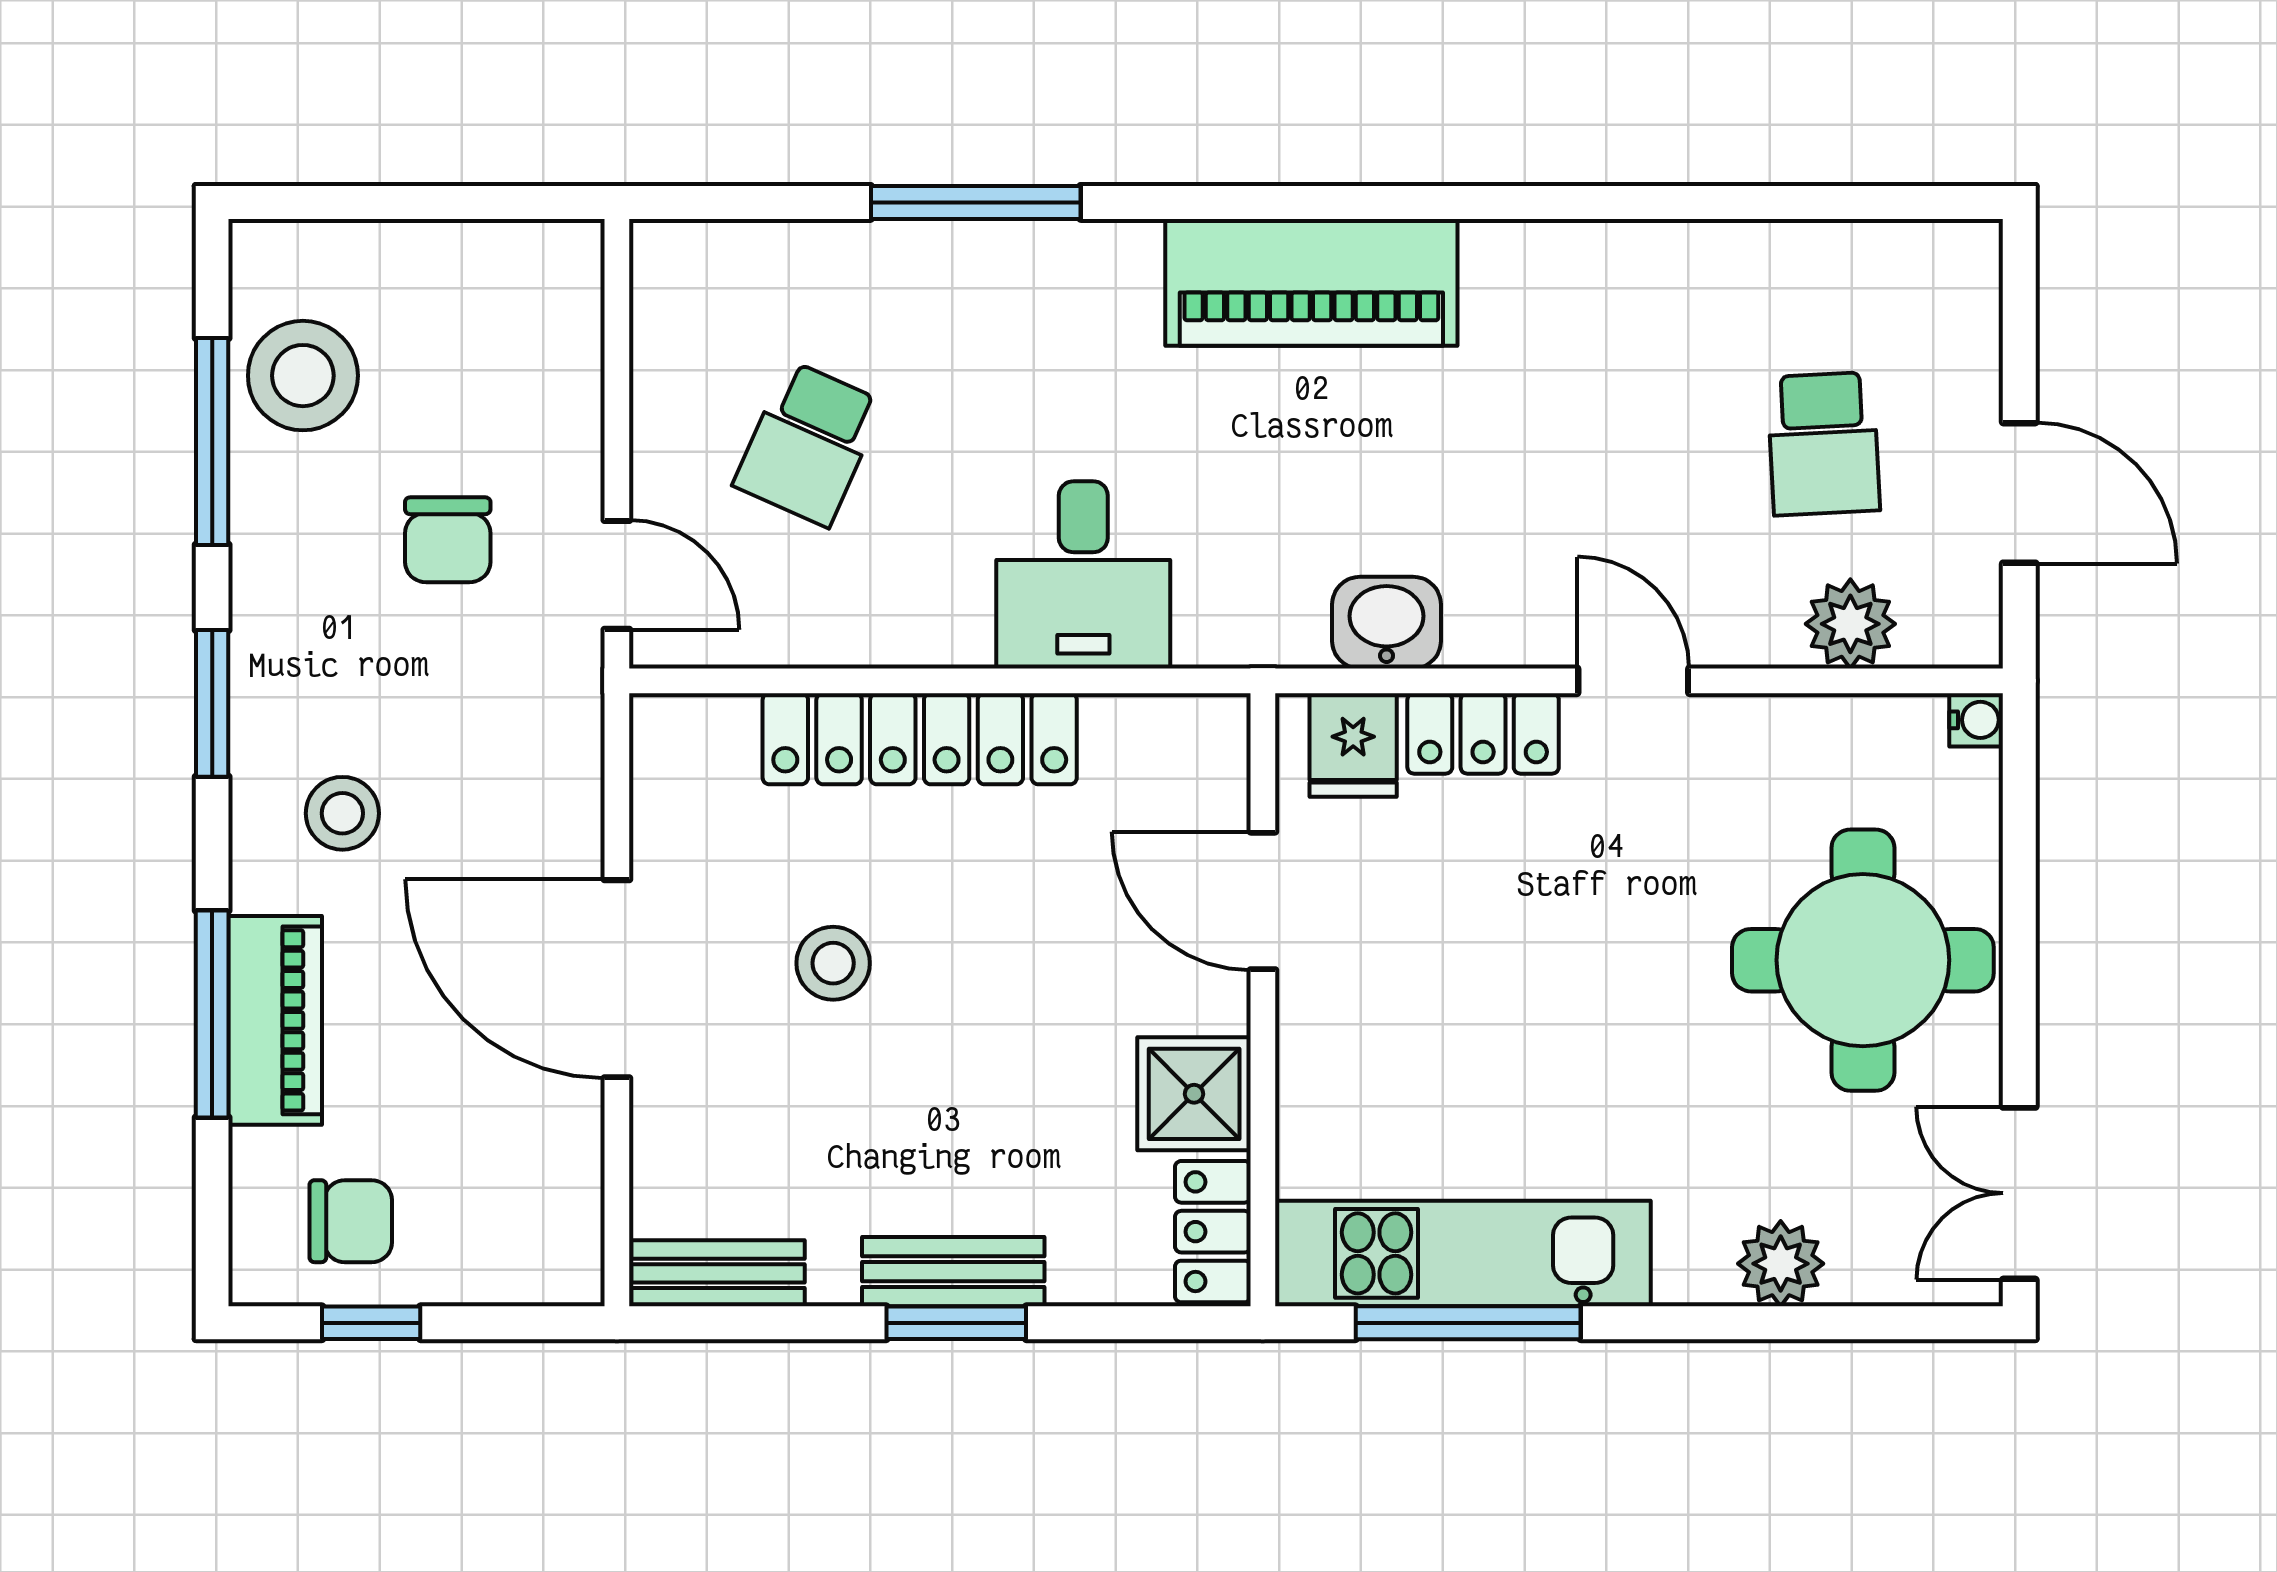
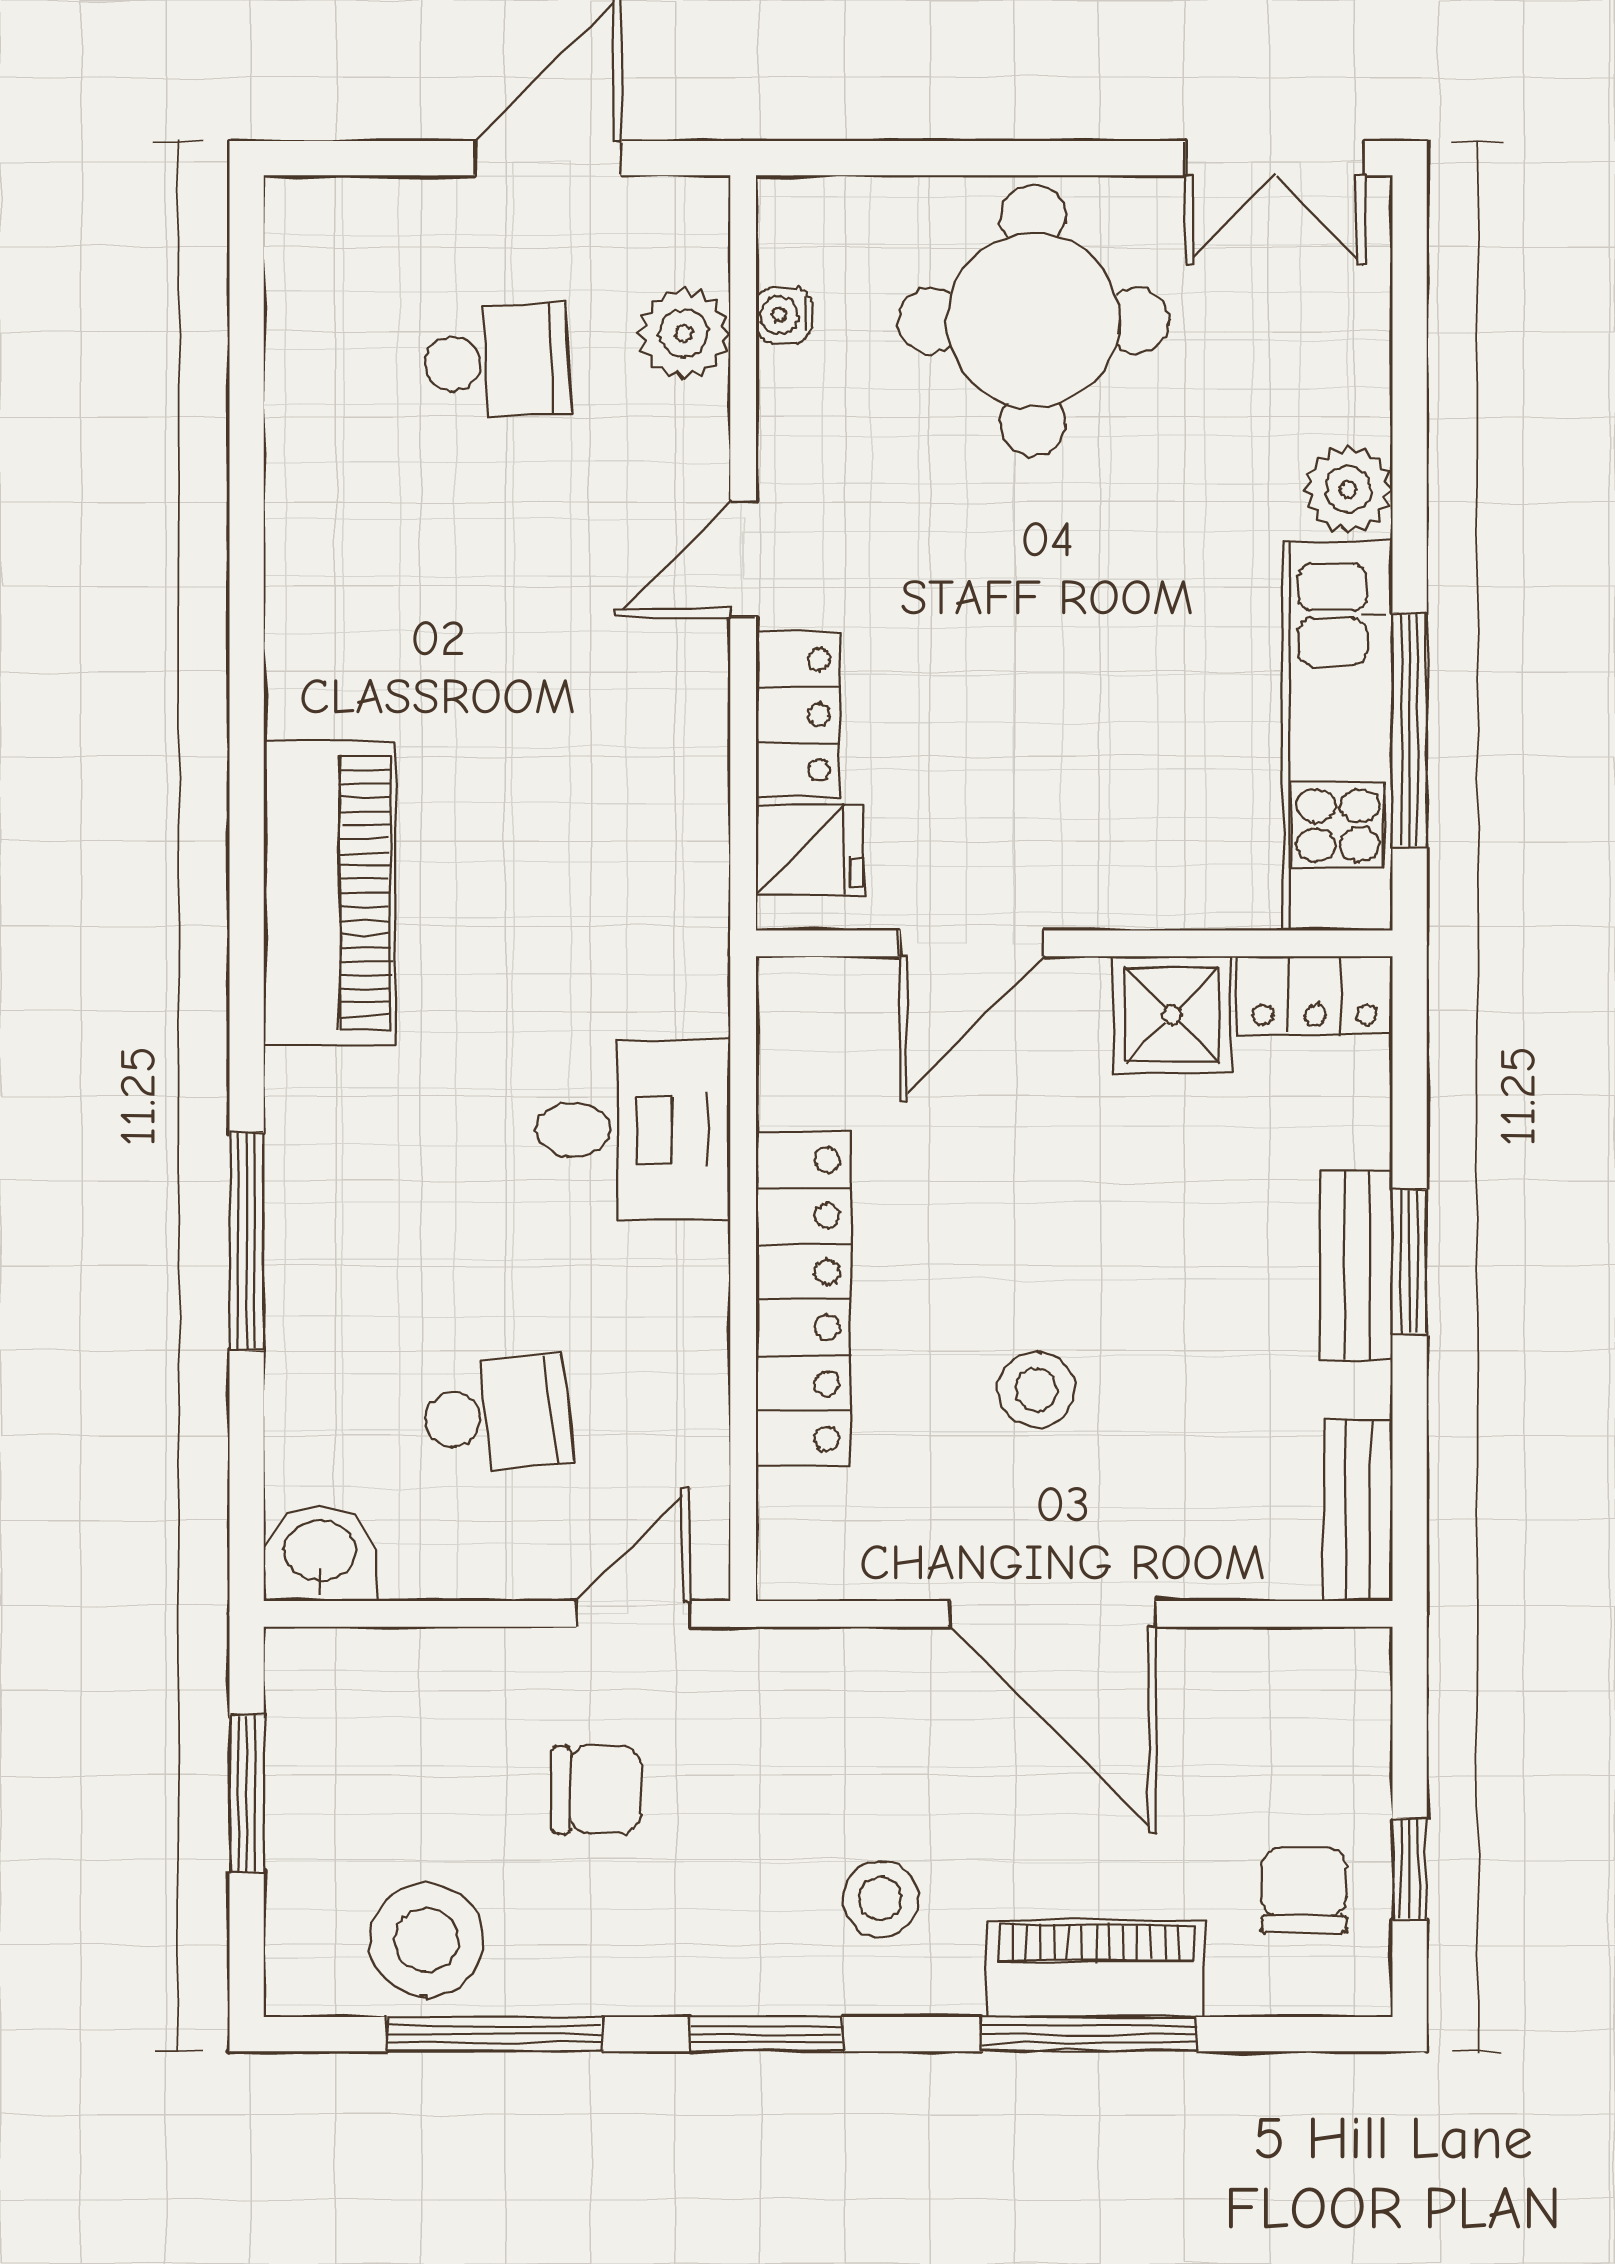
window: (444, 202) -> (247, 1794), added
school desk: (809, 444) -> (497, 1415), turned -30
washbasin: (1387, 623) -> (320, 1553), moved, turned 90
water cooler: (1976, 720) -> (784, 315), moved, turned -90
door: (617, 979) -> (1052, 1614), hinge flipped
plant: (1781, 1264) -> (1348, 489), moved

